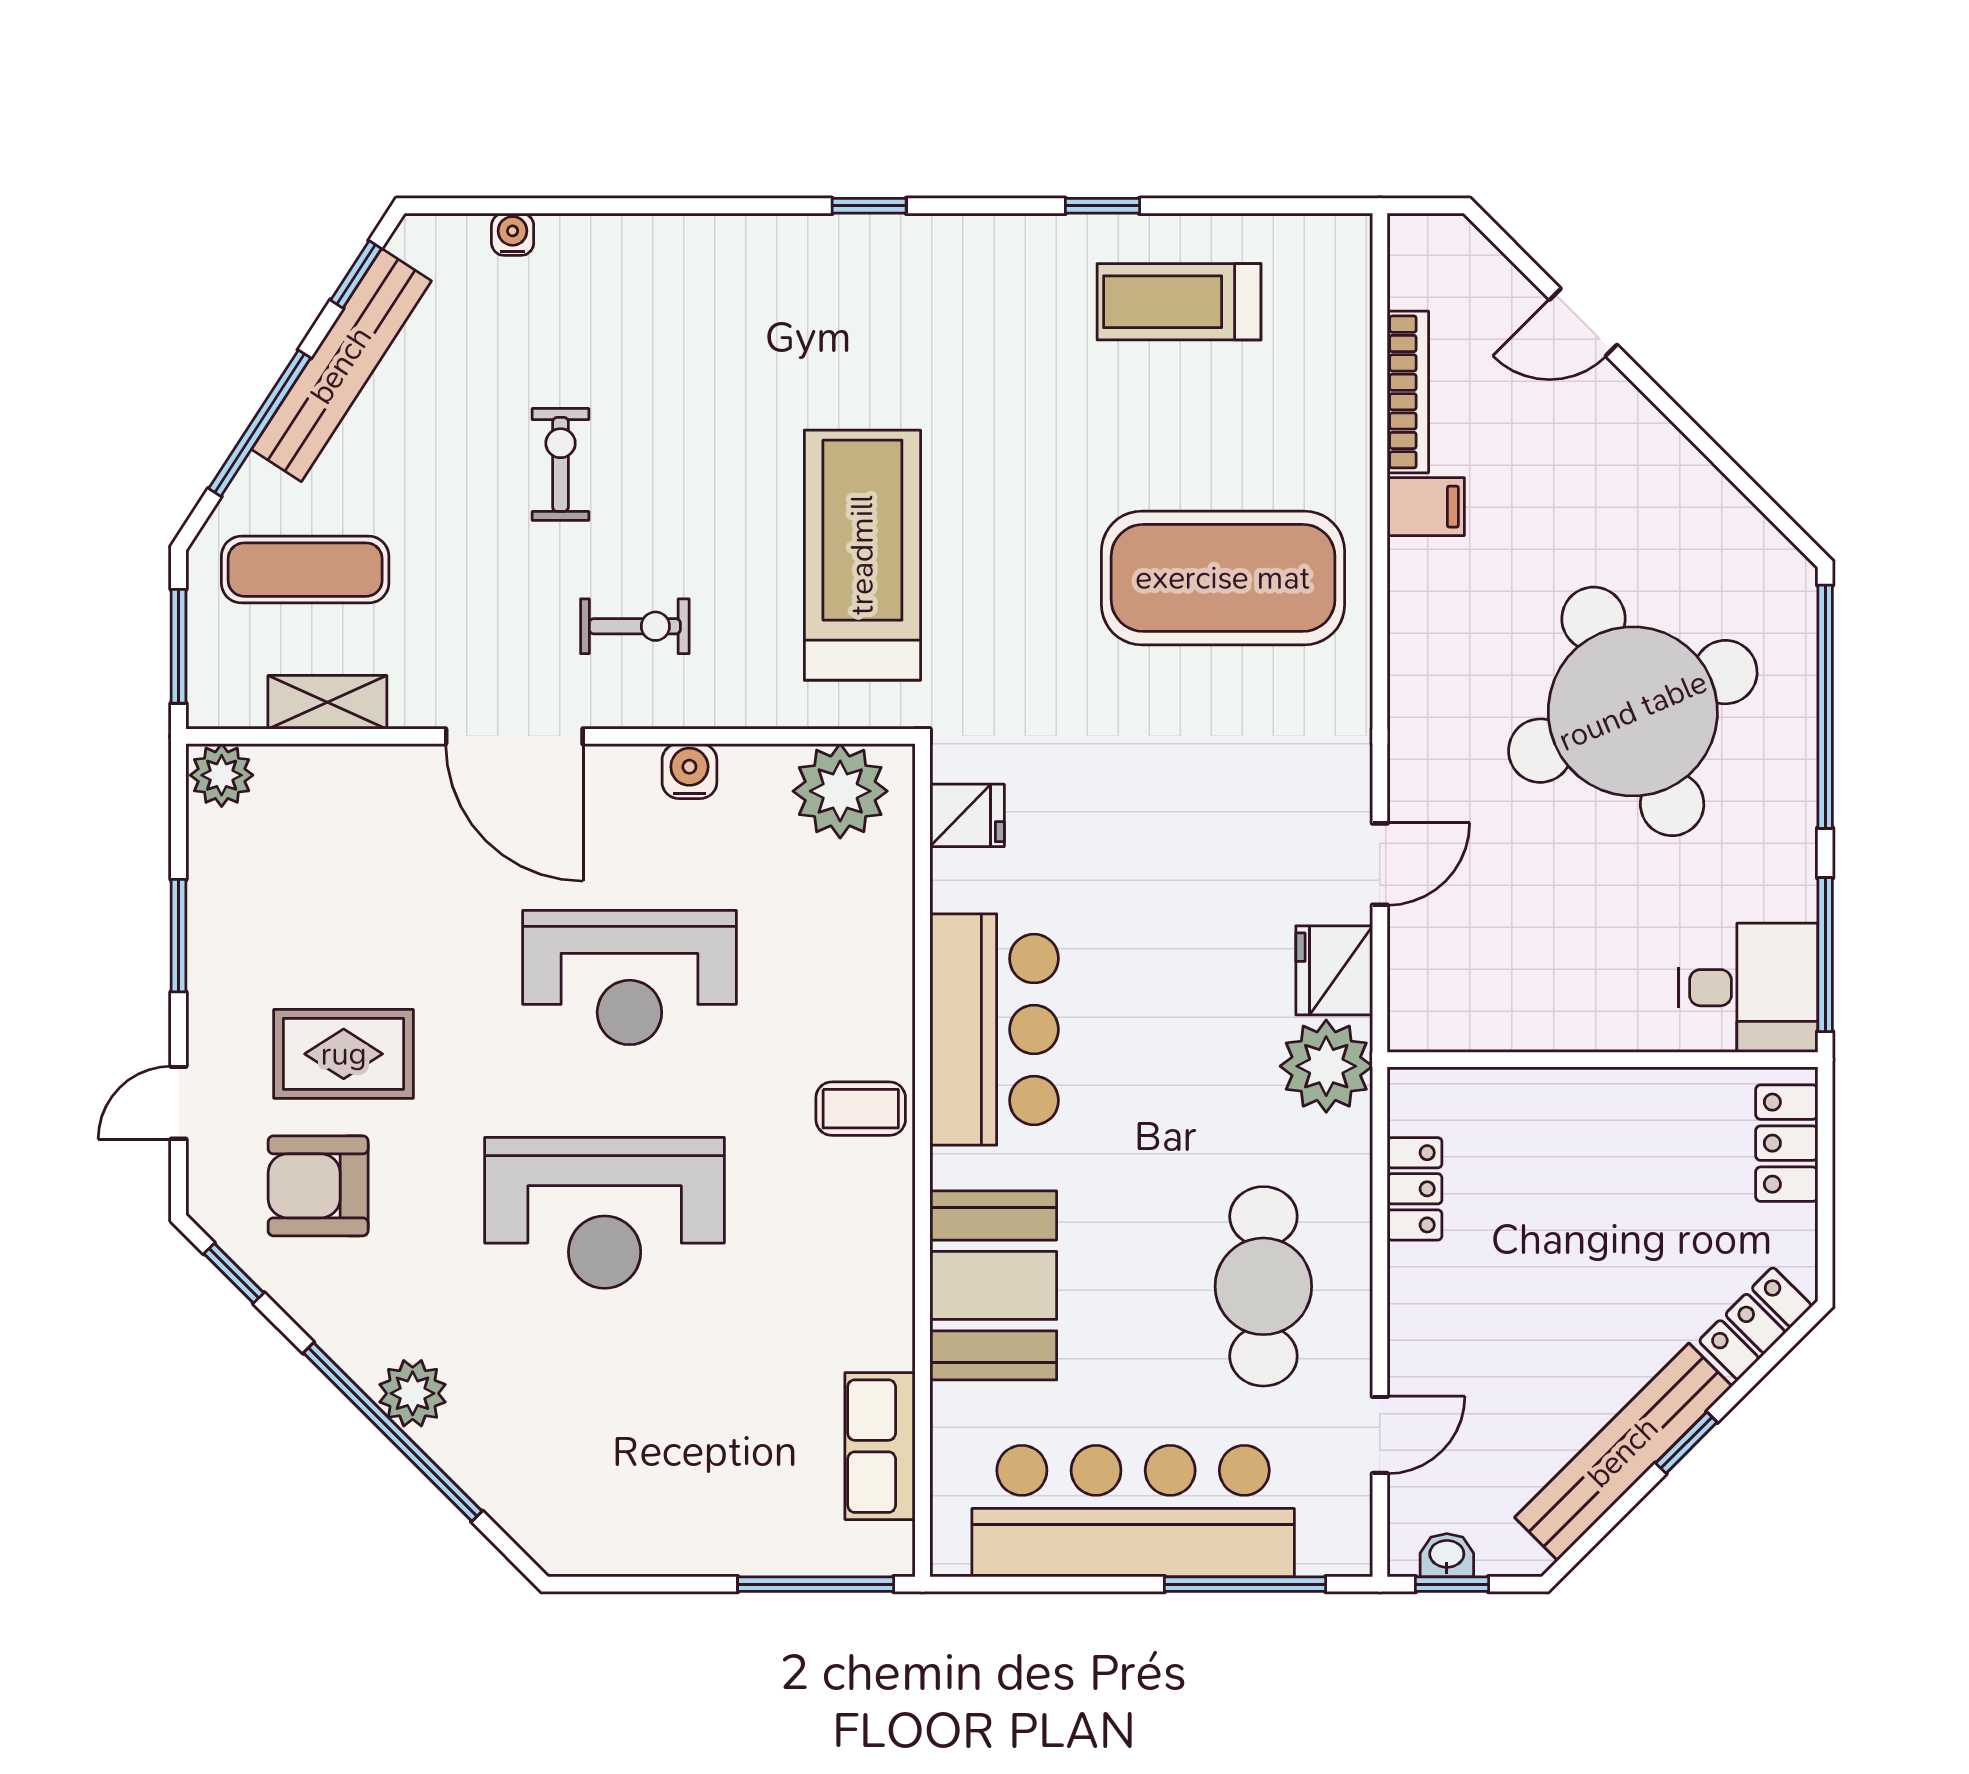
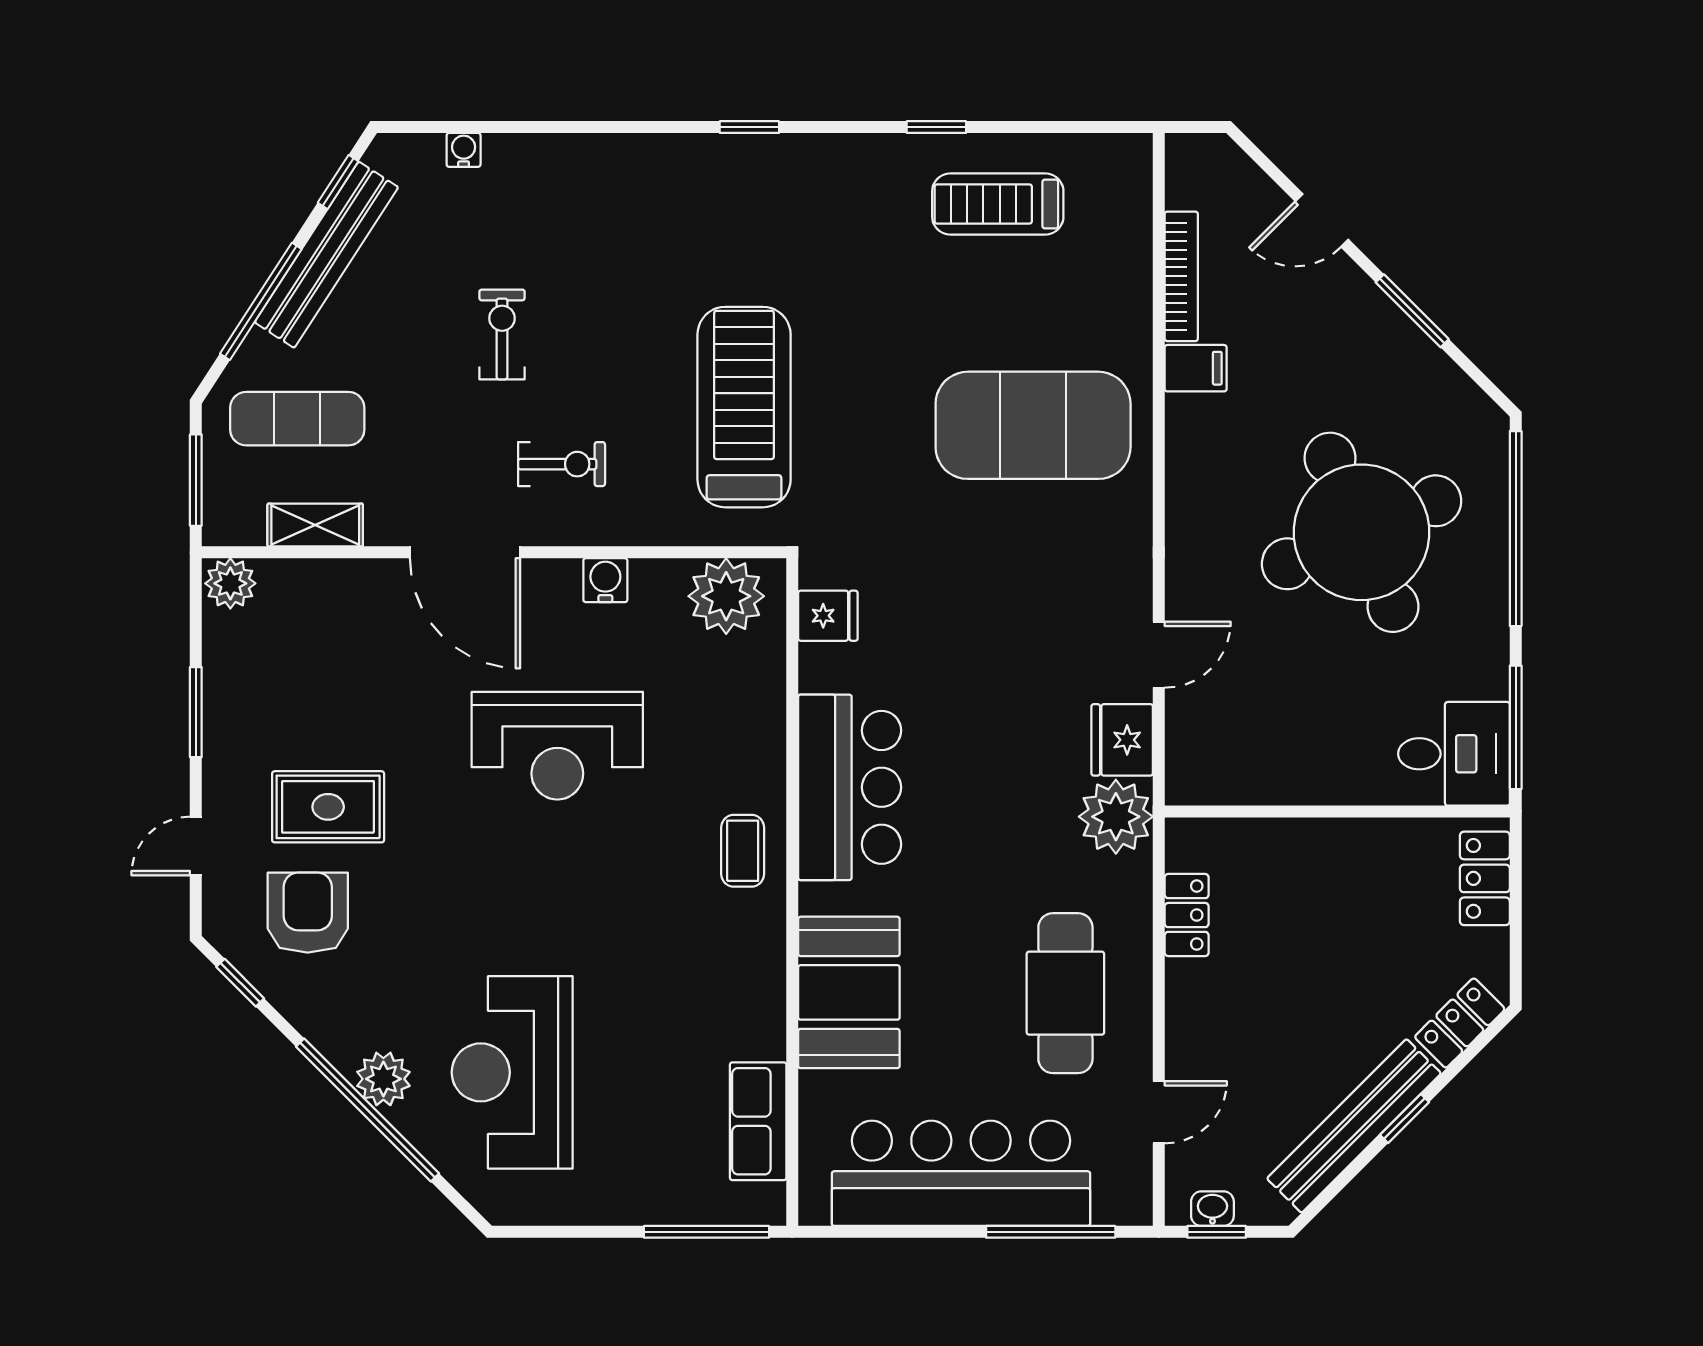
window: (1696, 435) -> (1412, 311), added
coffee table: (861, 1109) -> (743, 851), turned 90
armchair: (318, 1186) -> (308, 913), turned 90
reception desk: (605, 1213) -> (512, 1072), moved, turned 90

